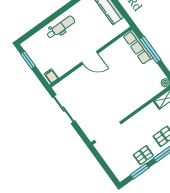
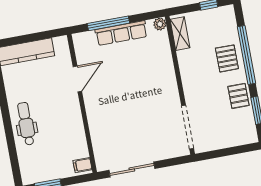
row of seats: (138, 47) -> (121, 33), moved
door: (90, 58) -> (77, 79), moved

